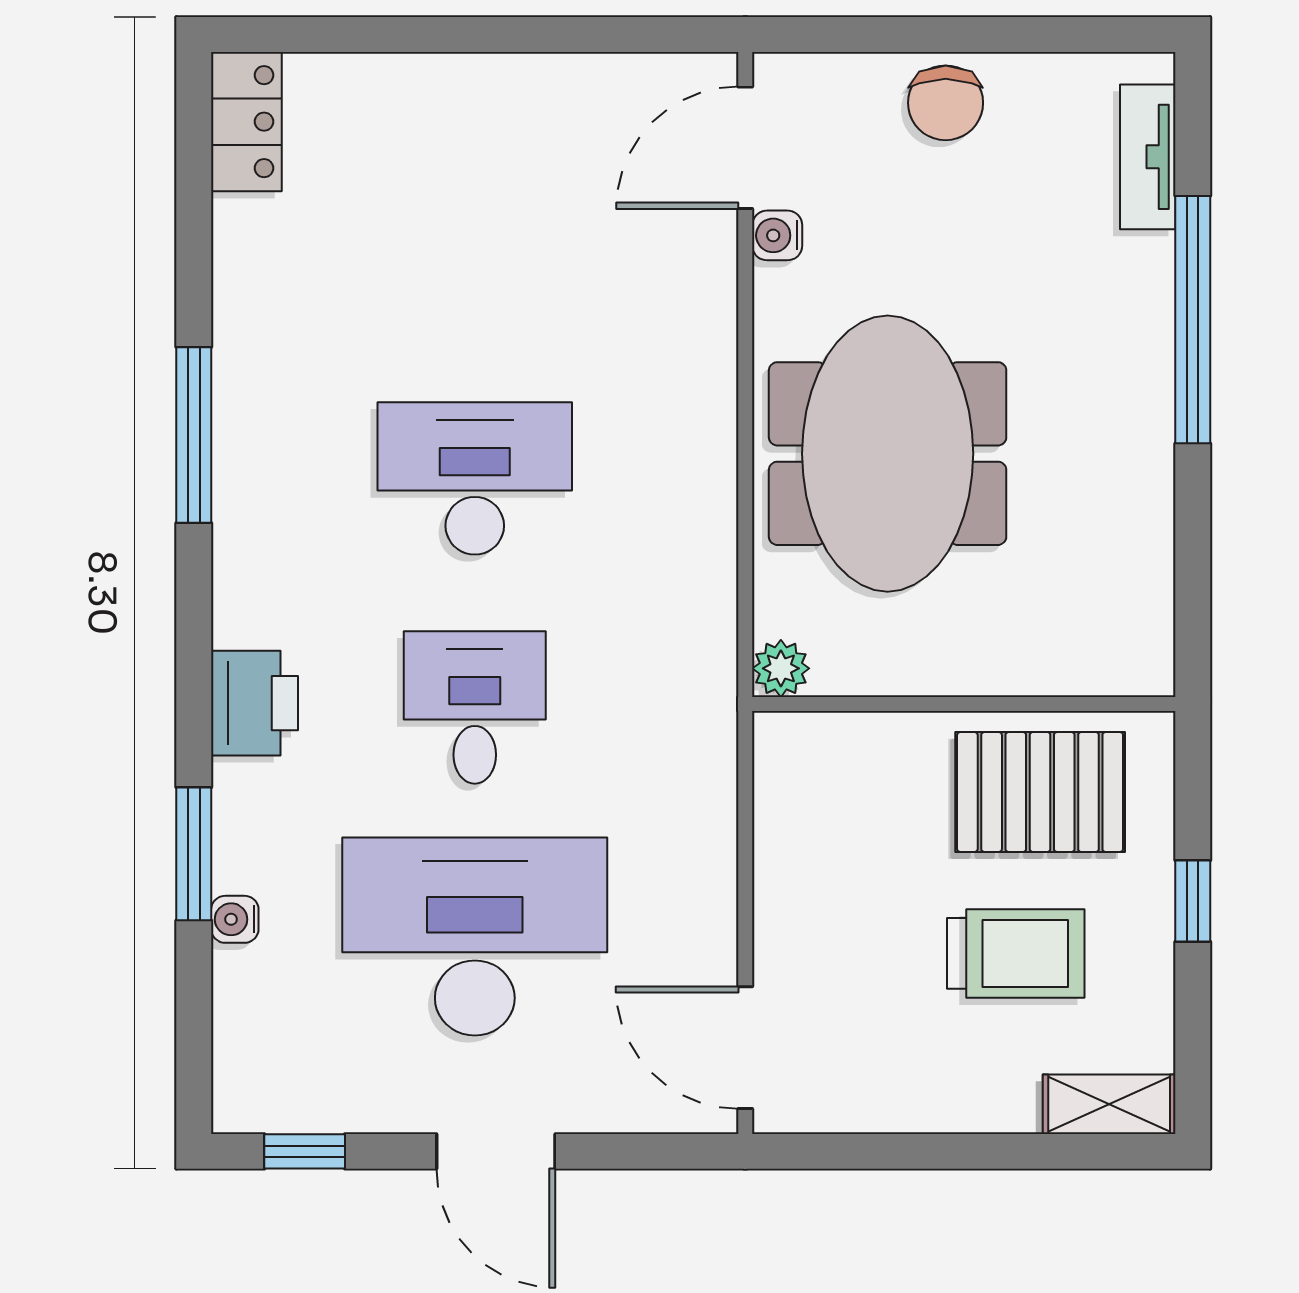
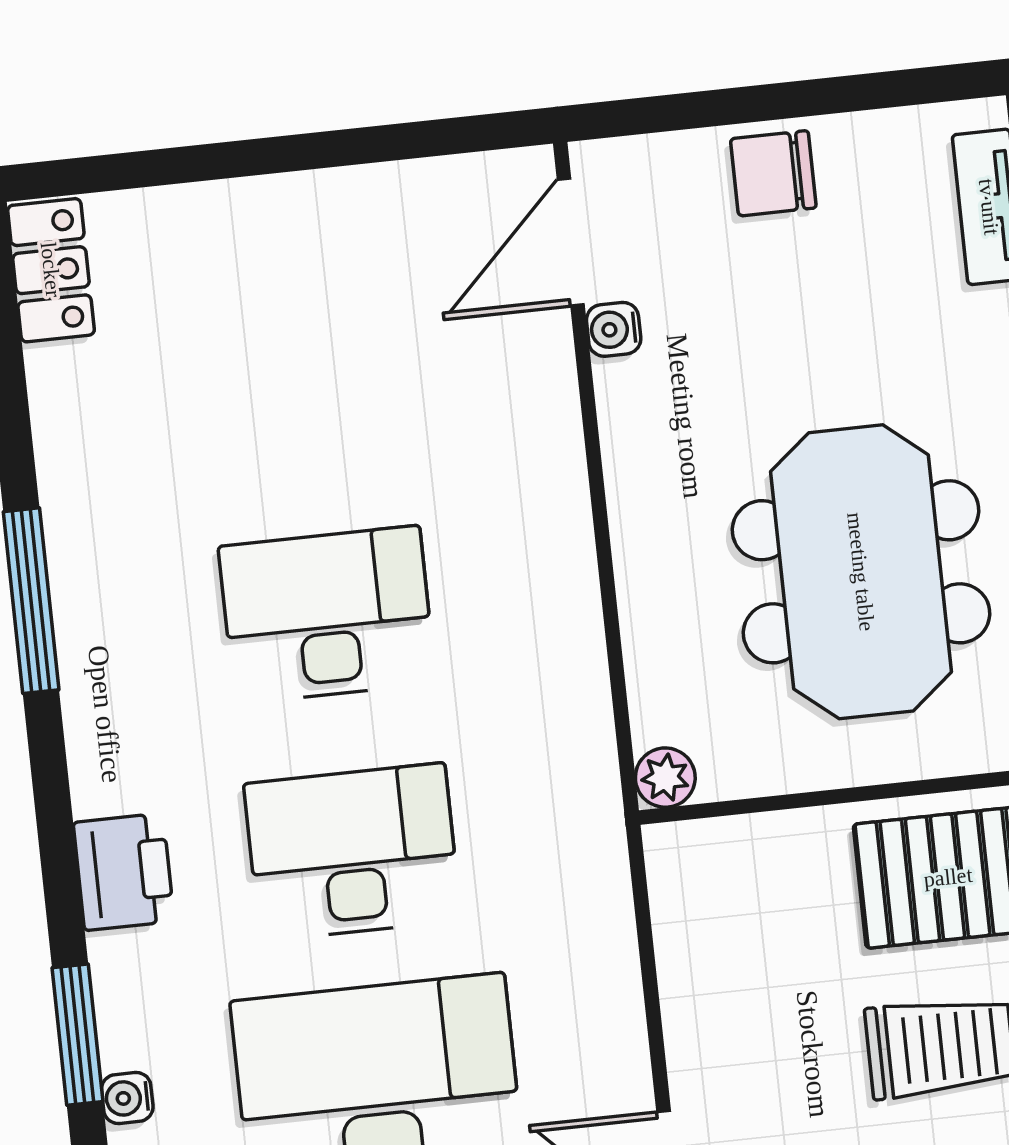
chair: (946, 103) -> (773, 173), turned 90
meeting table: (888, 454) -> (861, 572), moved
desk: (475, 707) -> (352, 852), width x1.37

